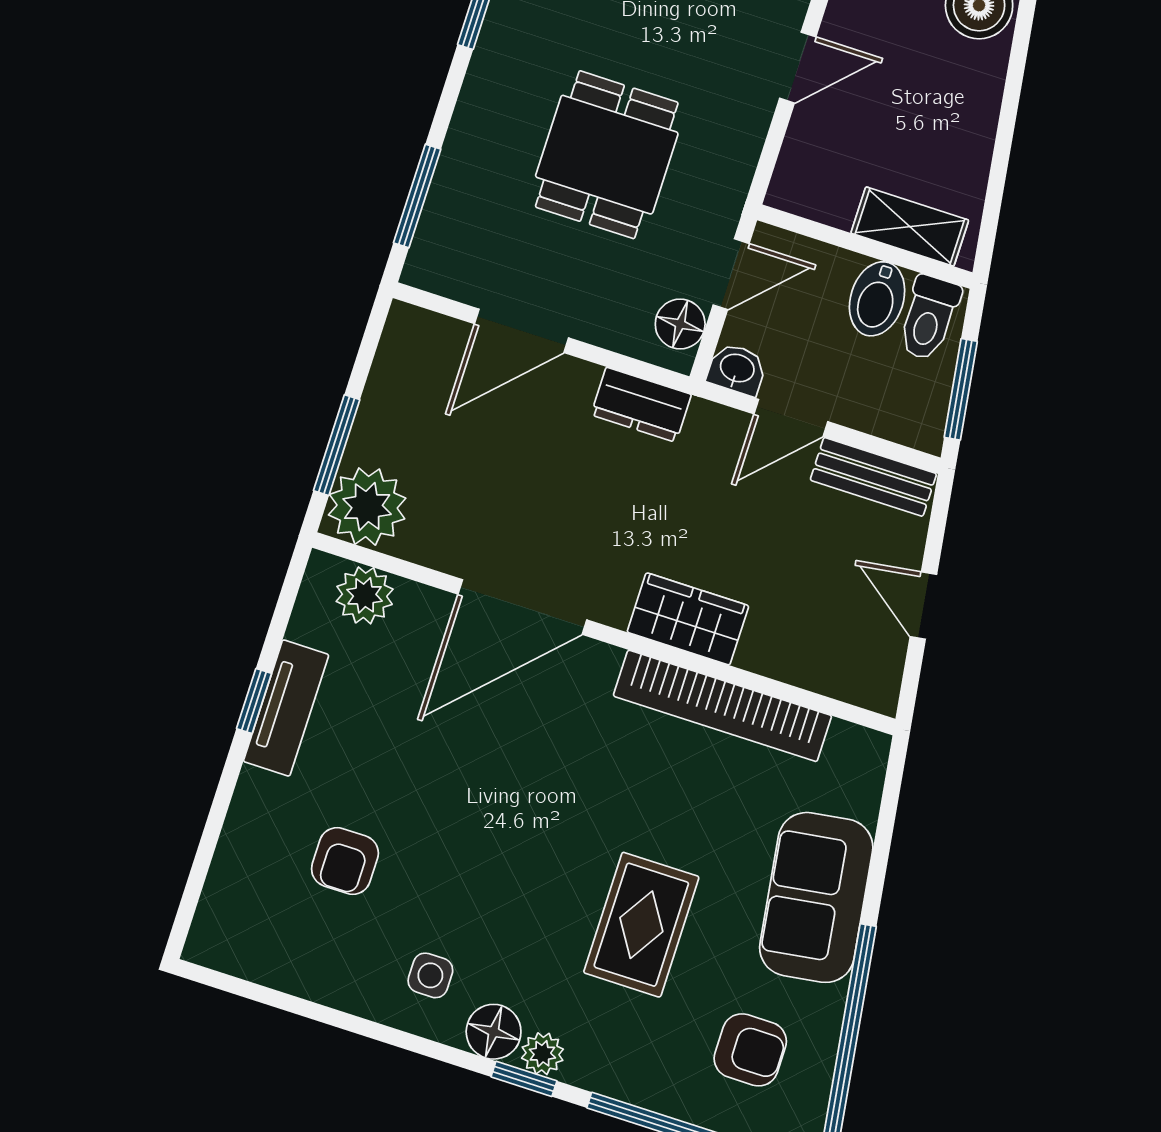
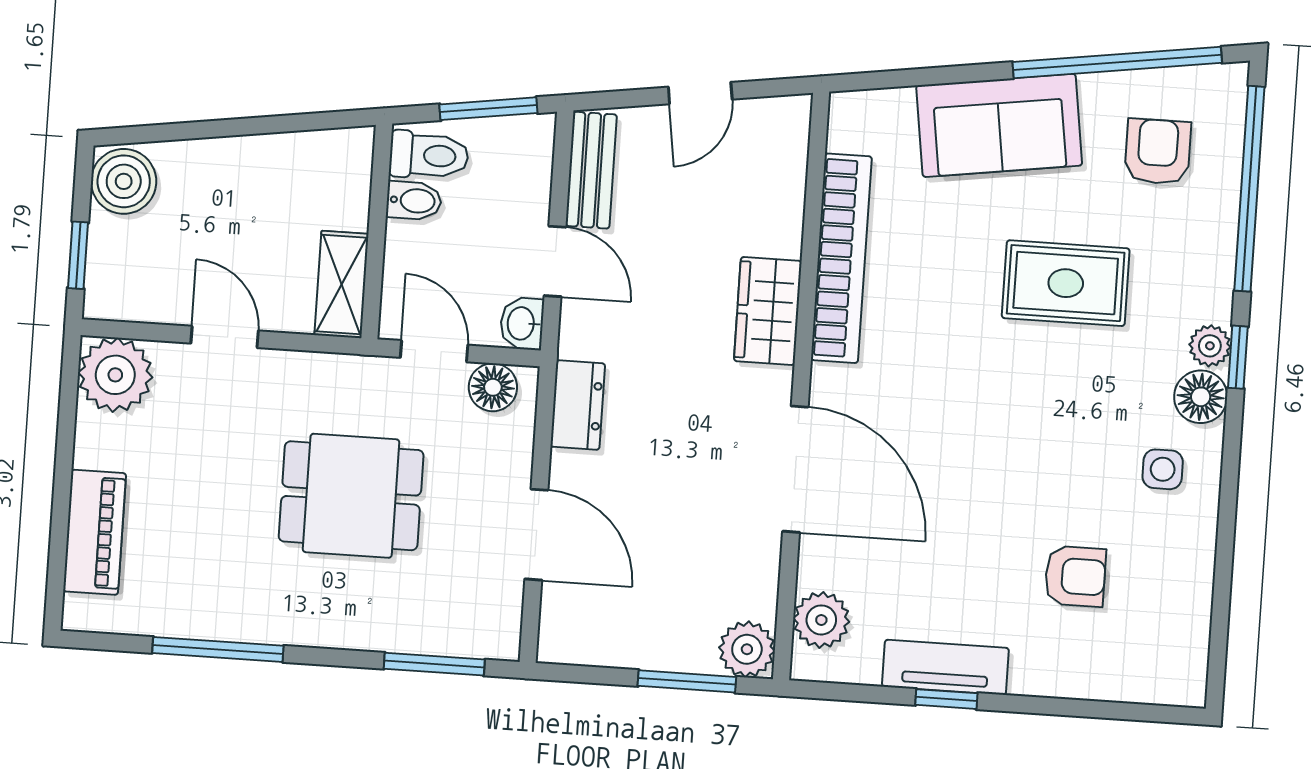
shelving: (910, 227) -> (341, 284), moved
bidet: (877, 299) -> (414, 201), width x0.72, depth x0.74
plant: (367, 507) -> (747, 649), width x0.73, depth x0.73

